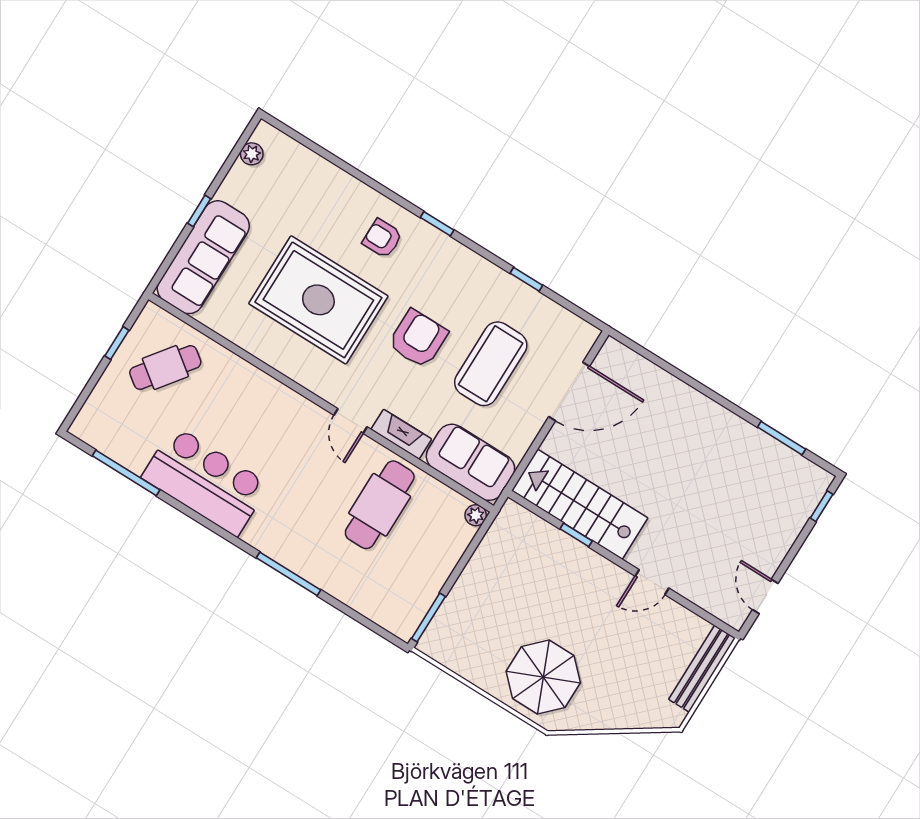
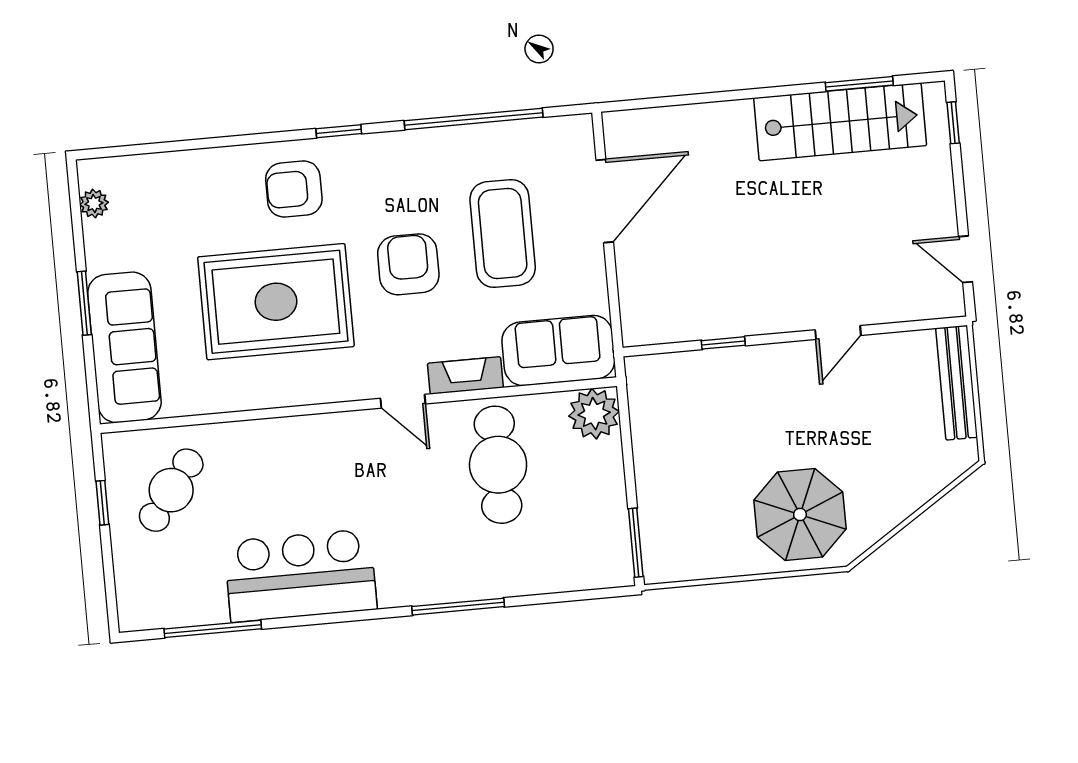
window: (199, 211) -> (84, 303), width x1.50
armchair: (382, 238) -> (294, 189), width x1.38, depth x1.38
window: (526, 279) -> (474, 119), width x3.17
stairs: (580, 504) -> (840, 122), moved, turned 180
plant: (476, 515) -> (594, 414), width x1.87, depth x1.87

